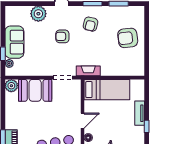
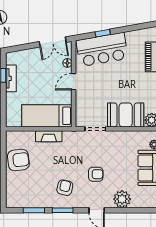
armchair: (128, 38) -> (18, 160), moved
fireplace: (88, 71) -> (49, 136), moved
tv unit: (140, 113) -> (11, 78), moved

